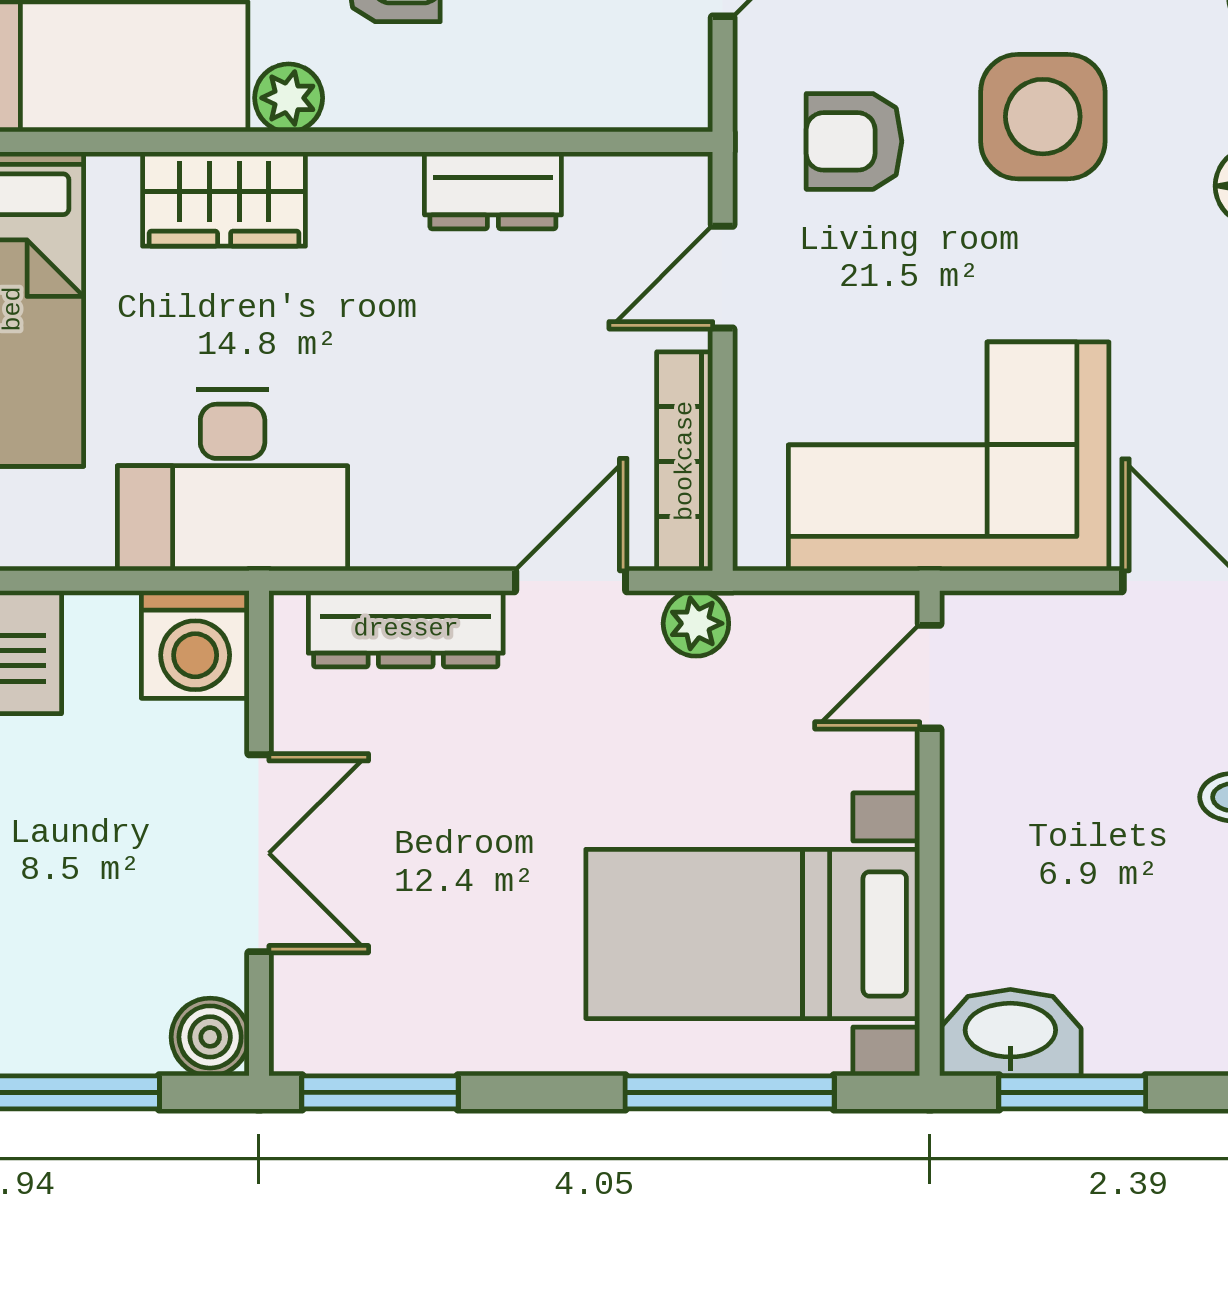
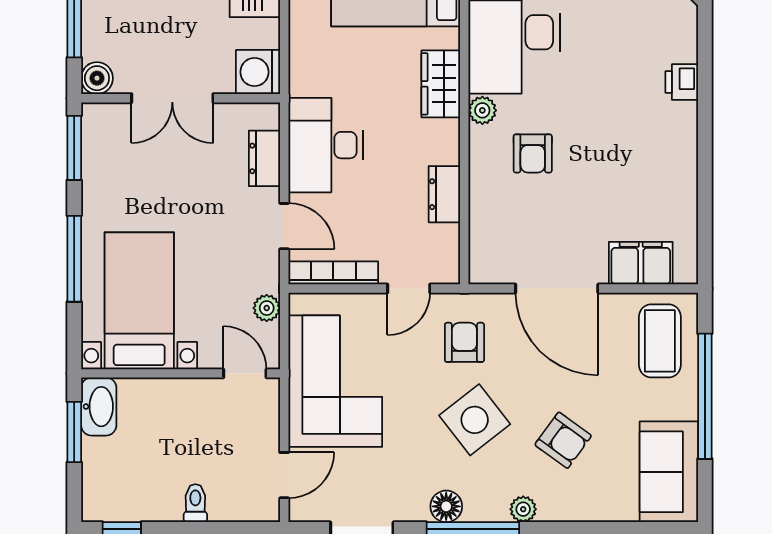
side table: (1043, 117) -> (475, 420), turned -38
door: (723, 277) -> (409, 288), swing flipped
desk: (233, 480) -> (325, 145), moved
plant: (696, 623) -> (267, 308), moved
dresser: (406, 629) -> (264, 158), width x0.70
window: (730, 1092) -> (74, 259), moved

